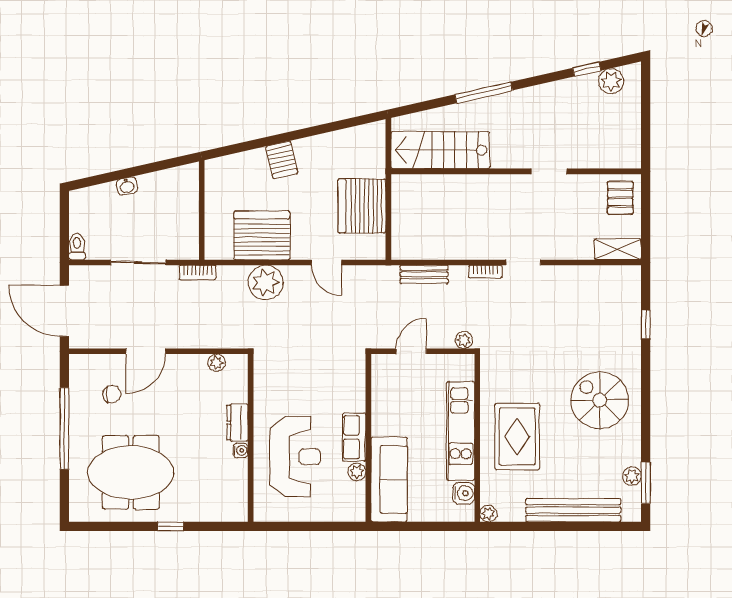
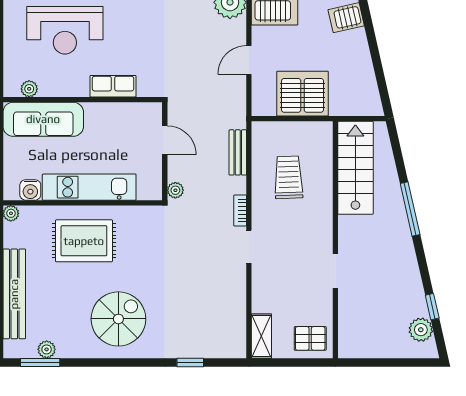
trolley: (450, 221) -> (289, 177), added
row of seats: (354, 437) -> (113, 86), moved
plant: (357, 472) -> (29, 89), moved

